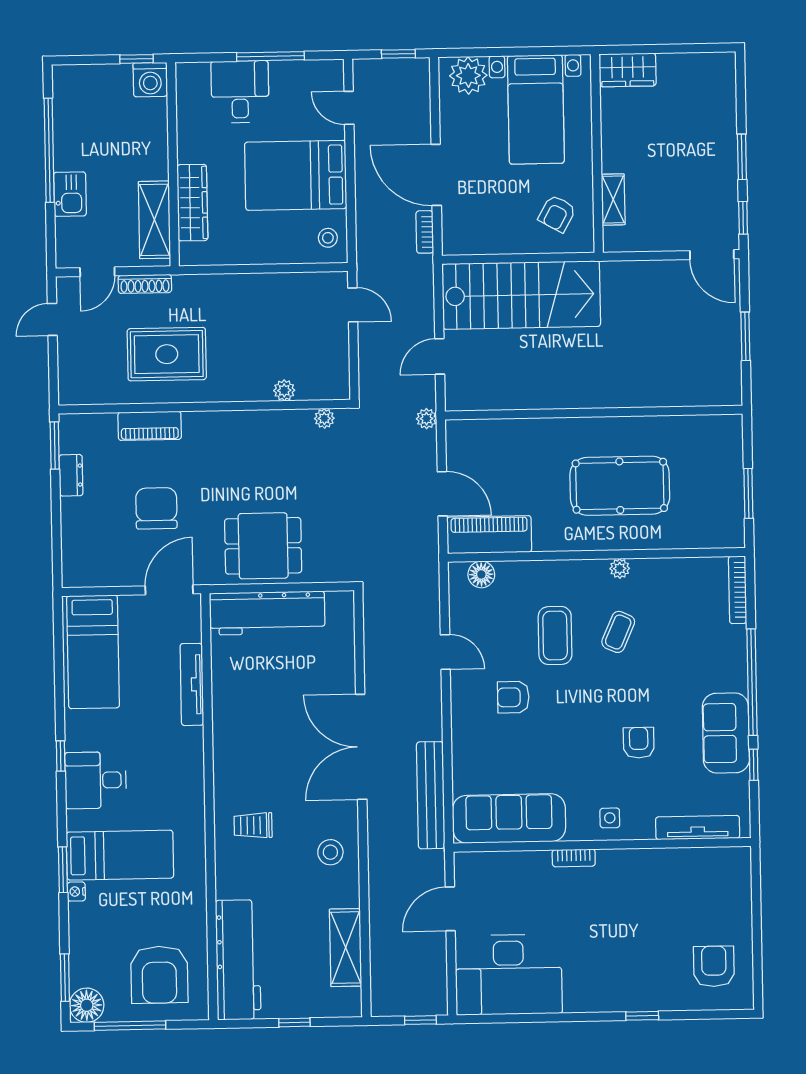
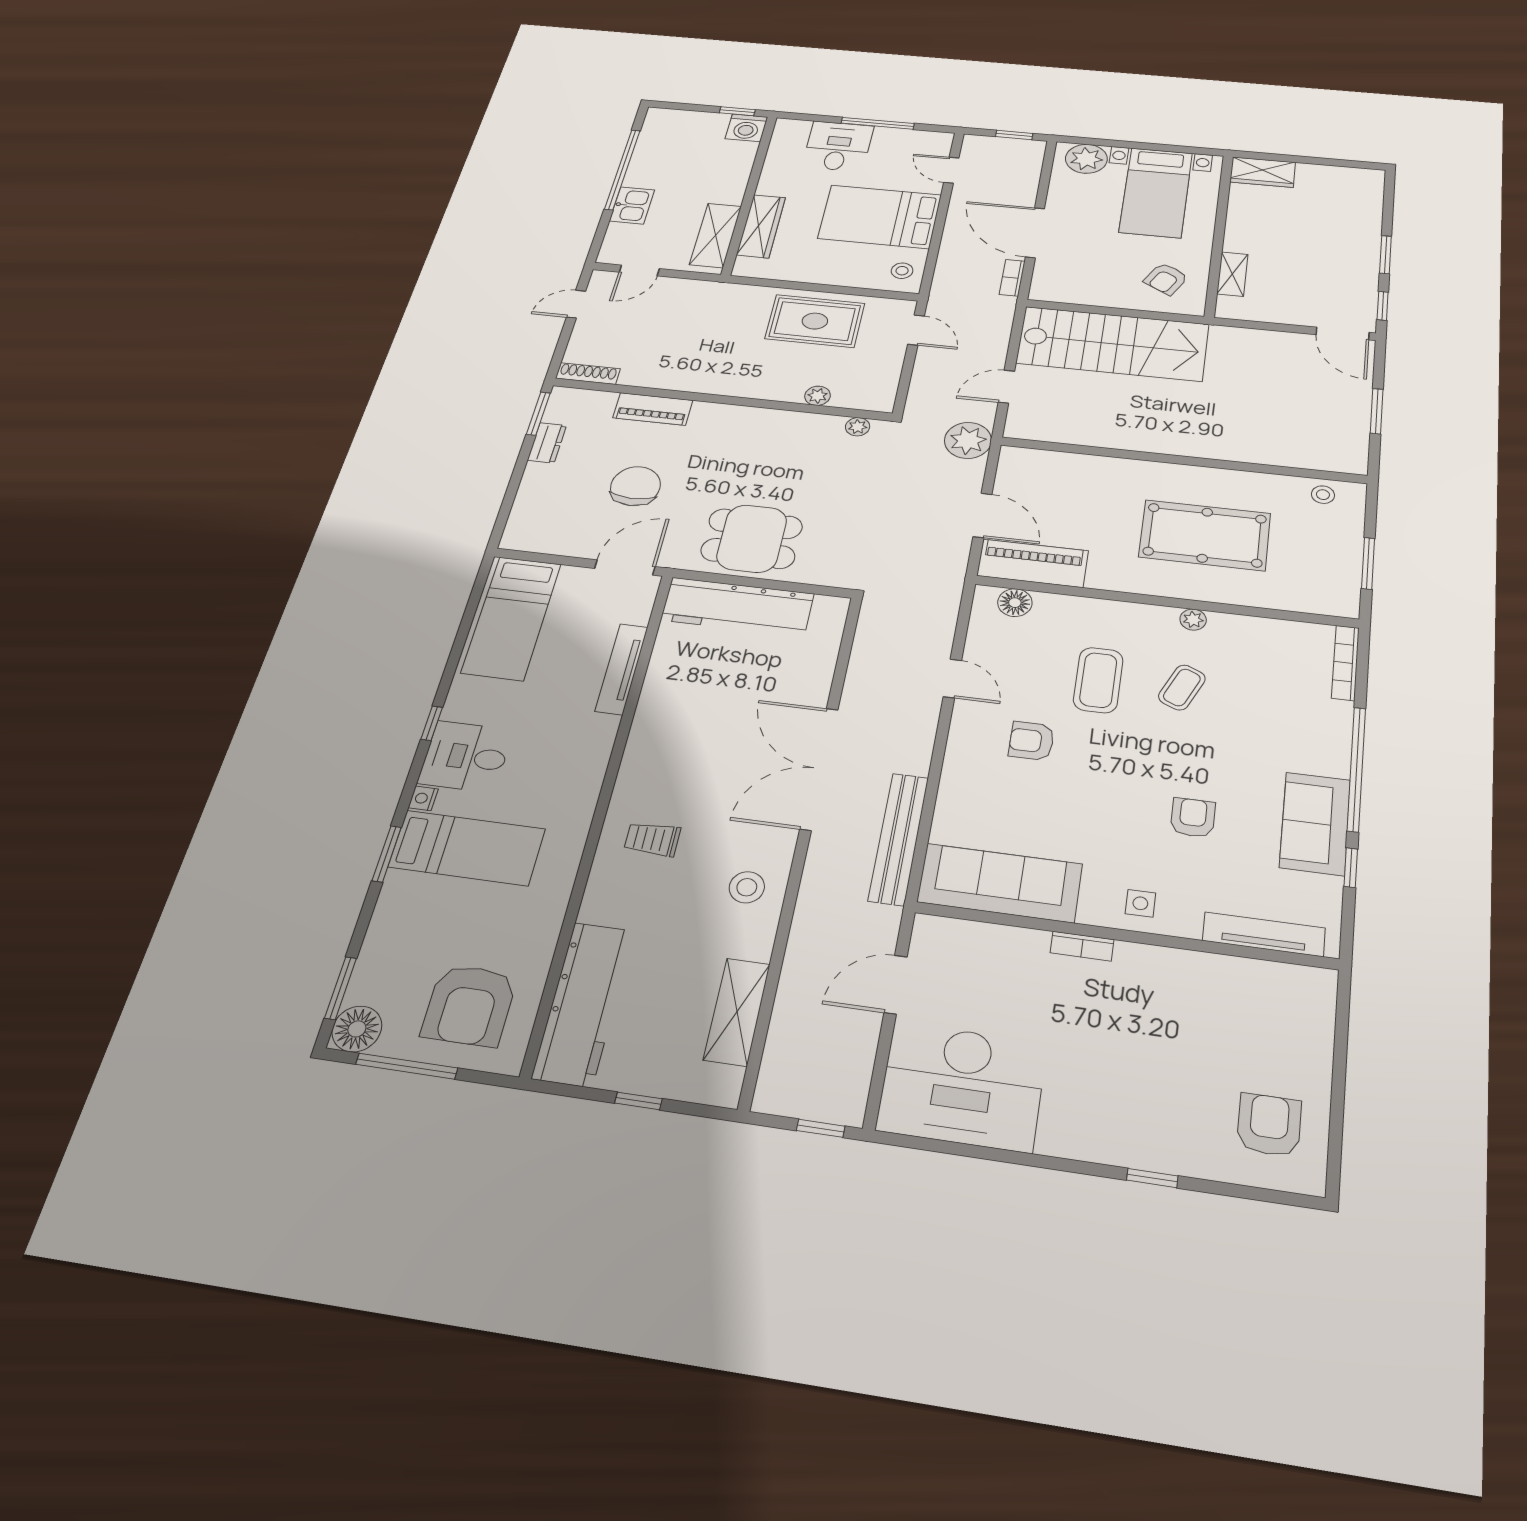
shoe rack: (145, 284) -> (588, 374), moved, turned 180
rug: (167, 354) -> (815, 321), moved
plant: (427, 419) -> (968, 440), width x1.88, depth x1.88
stool: (709, 431) -> (1323, 495), added
nightstand: (76, 892) -> (423, 798), moved

